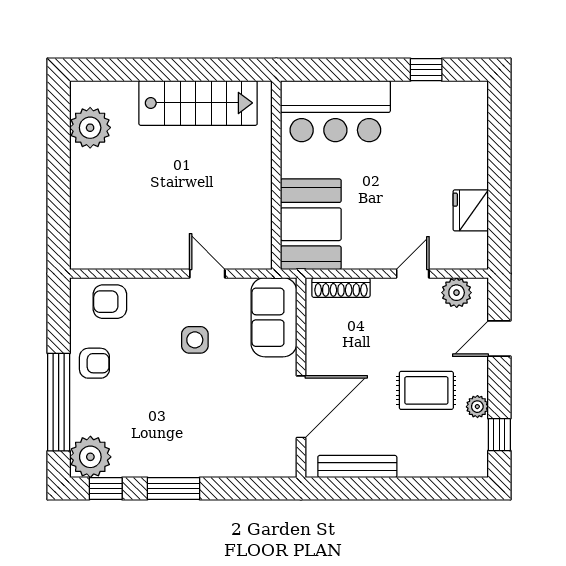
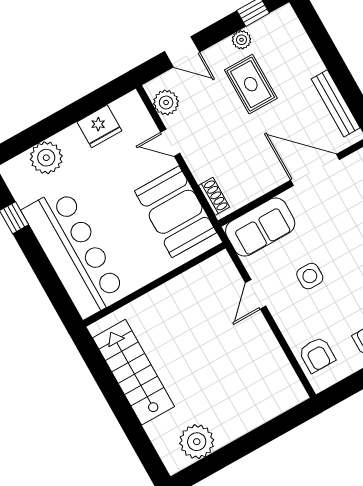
bar counter: (335, 111) -> (74, 253), width x1.36
plant: (469, 138) -> (46, 158), added
booth: (311, 224) -> (176, 212), moved, turned 90
shoe rack: (341, 288) -> (214, 196), width x0.70

